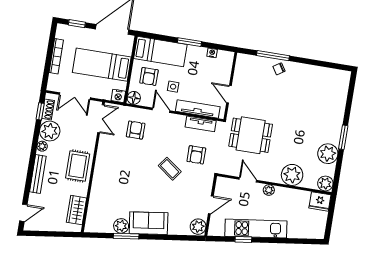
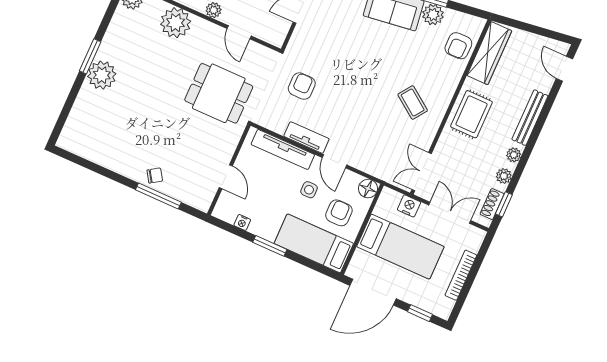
door: (229, 94) -> (226, 177), moved
nightstand: (118, 96) -> (409, 206), moved
tv unit: (201, 124) -> (306, 138), moved
armchair: (136, 130) -> (458, 46), moved
plant: (50, 131) -> (504, 176), width x0.53, depth x0.53
plant: (328, 154) -> (102, 75), moved
coffee table: (170, 169) -> (413, 102), moved
wardrobe: (76, 210) -> (489, 53), width x1.50
door: (23, 213) -> (564, 69), hinge flipped

